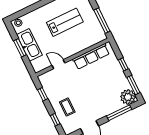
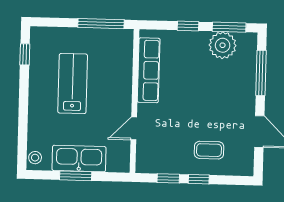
plant: (128, 97) -> (223, 45), moved
window: (55, 120) -> (199, 179), moved

